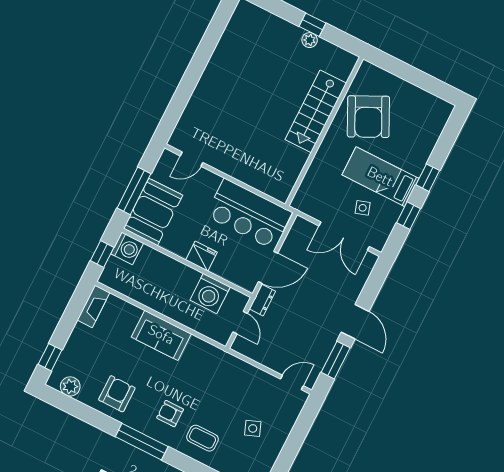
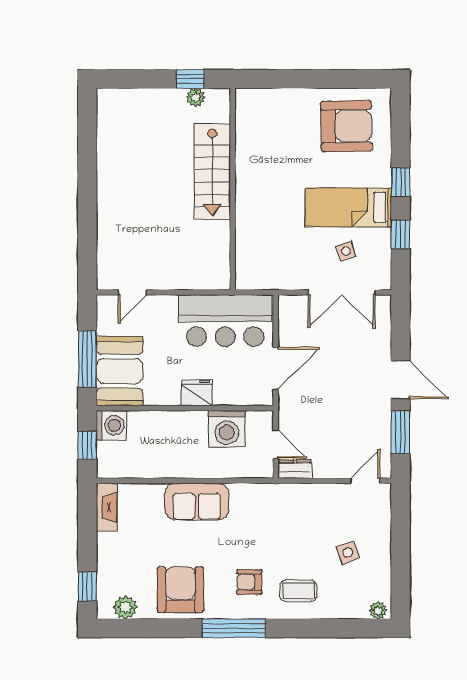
stairs: (316, 111) -> (212, 172), moved
armchair: (368, 117) -> (346, 126), moved, turned -65
wall: (324, 132) -> (233, 189), moved
dresser: (262, 300) -> (295, 469), moved, turned -90
armchair: (117, 394) -> (180, 590), width x1.36, depth x1.36

